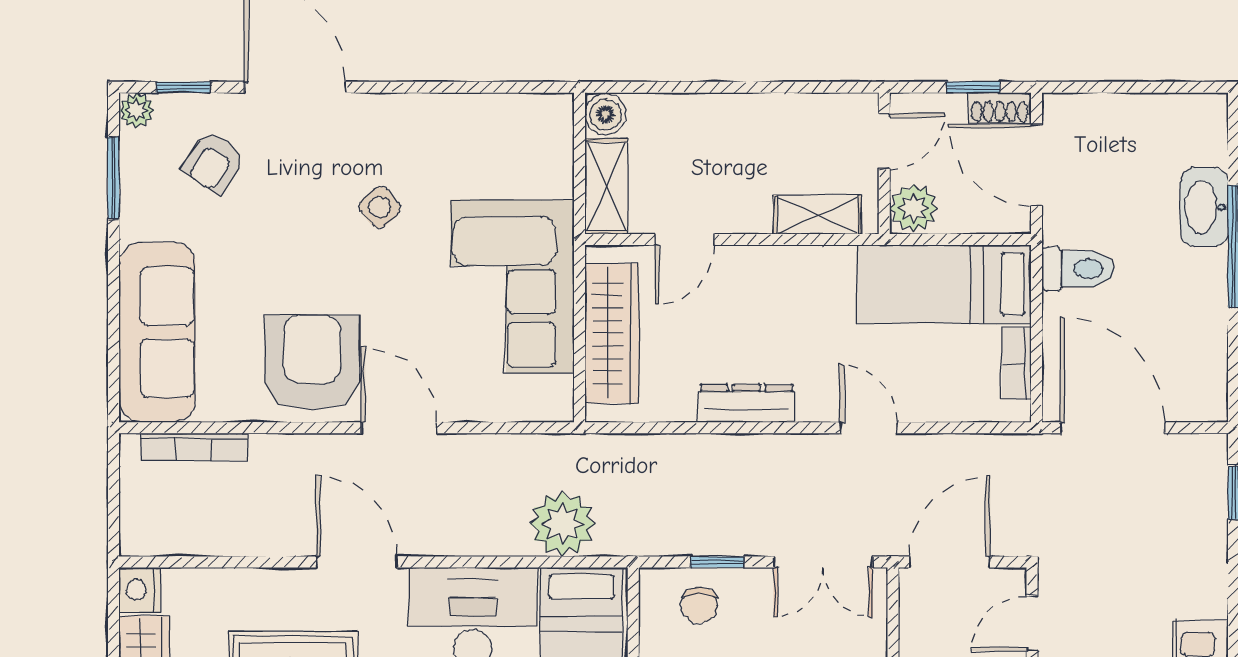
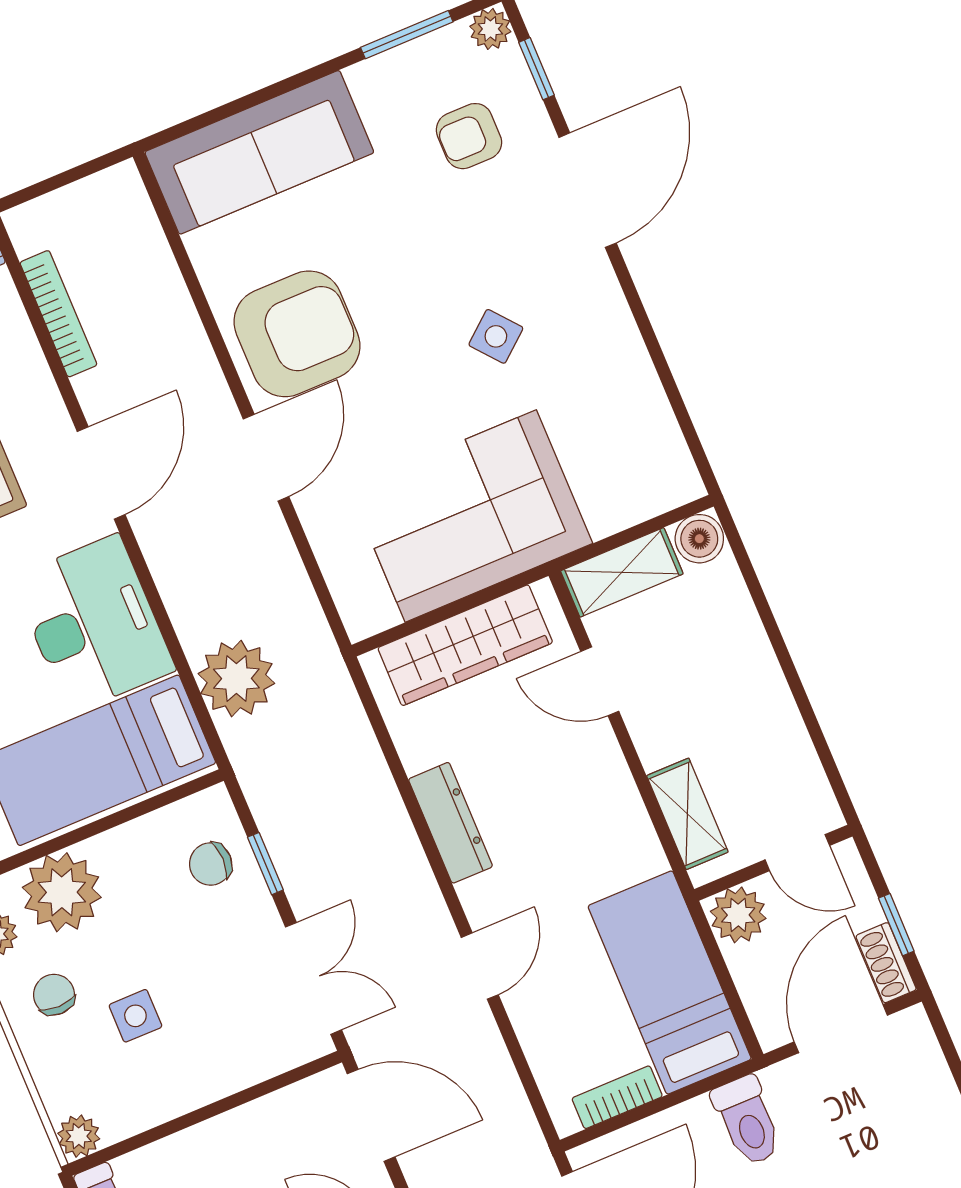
armchair: (214, 162) -> (469, 136), turned -34
bookcase: (194, 447) -> (58, 314), moved, turned 180
double door: (823, 562) -> (314, 978), swing flipped

